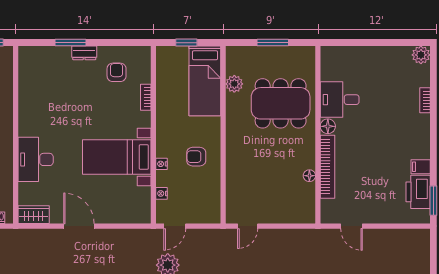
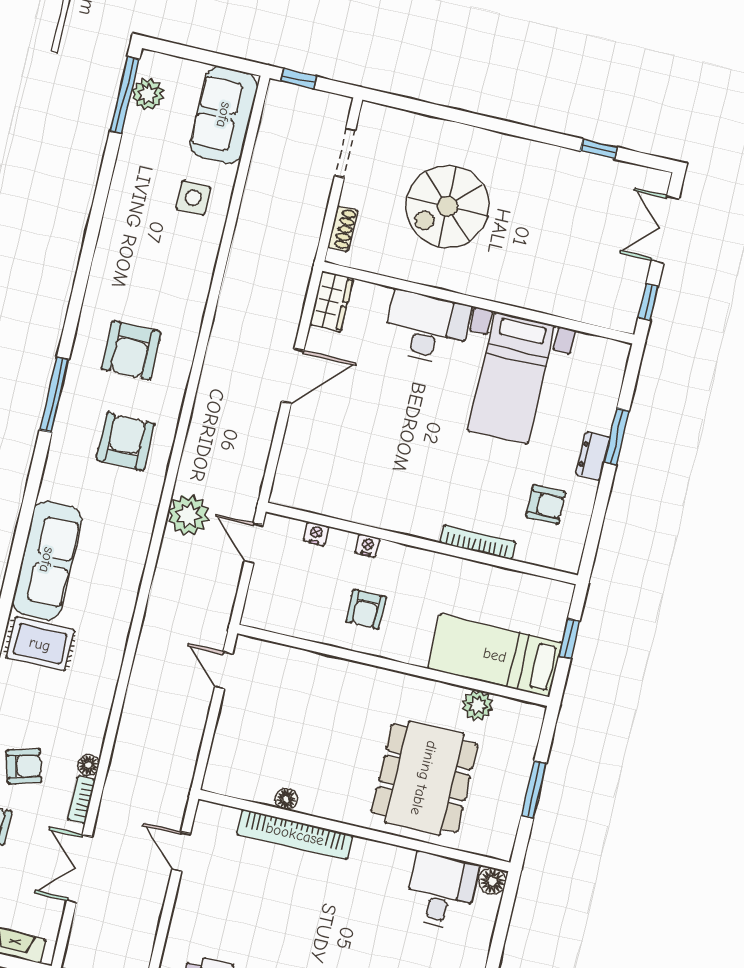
bookcase: (146, 97) -> (478, 542), width x1.56
desk: (340, 100) -> (441, 891), moved
floor lamp: (328, 126) -> (493, 881), moved
bed with nightstands: (117, 157) -> (512, 378), moved, turned 180
armchair: (196, 157) -> (366, 609), turned 180
door: (351, 226) -> (181, 852), hinge flipped

